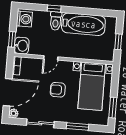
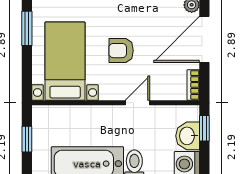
washbasin: (22, 46) -> (188, 136), moved
armchair: (58, 90) -> (121, 51), turned 180

